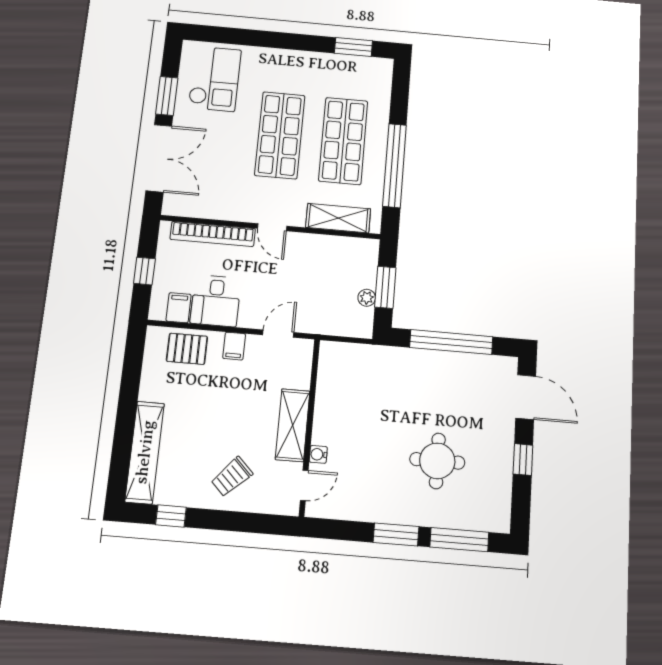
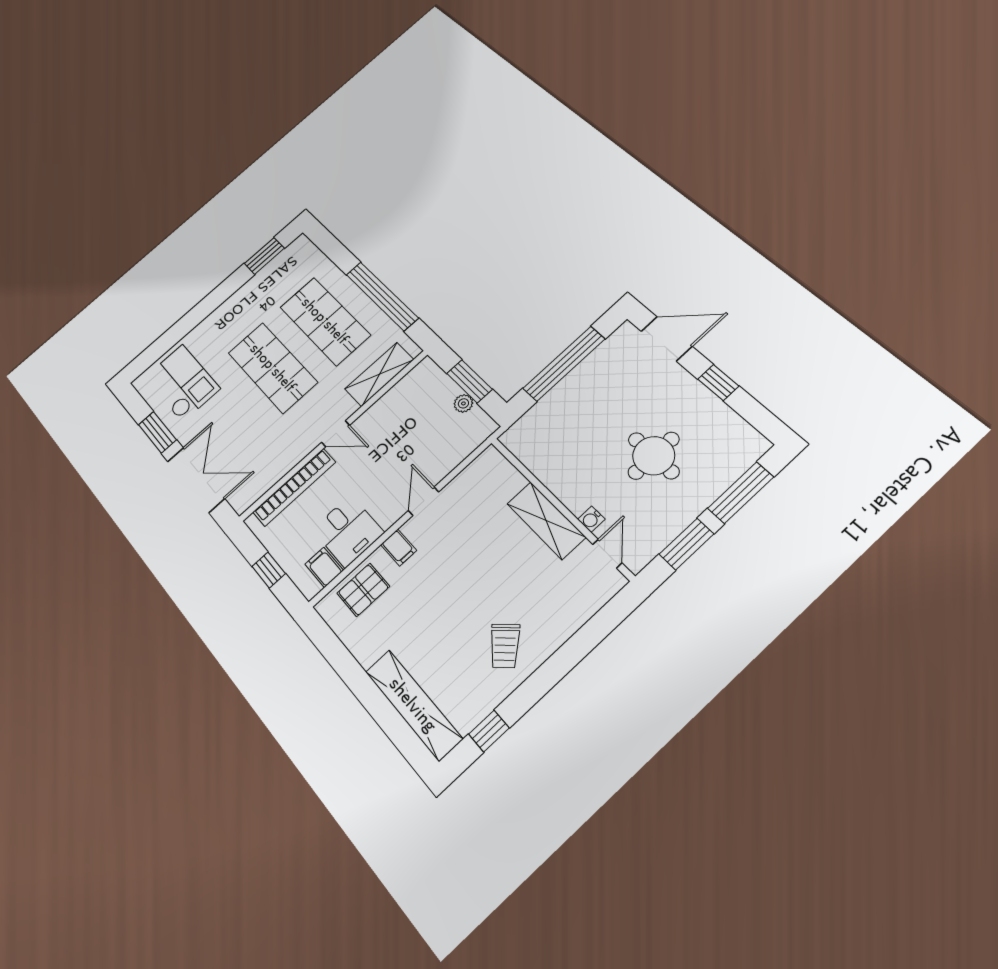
shelving: (293, 425) -> (546, 520), moved
wall: (309, 427) -> (561, 507), moved
water cooler: (318, 454) -> (591, 519), moved
door: (304, 485) -> (607, 554), moved

